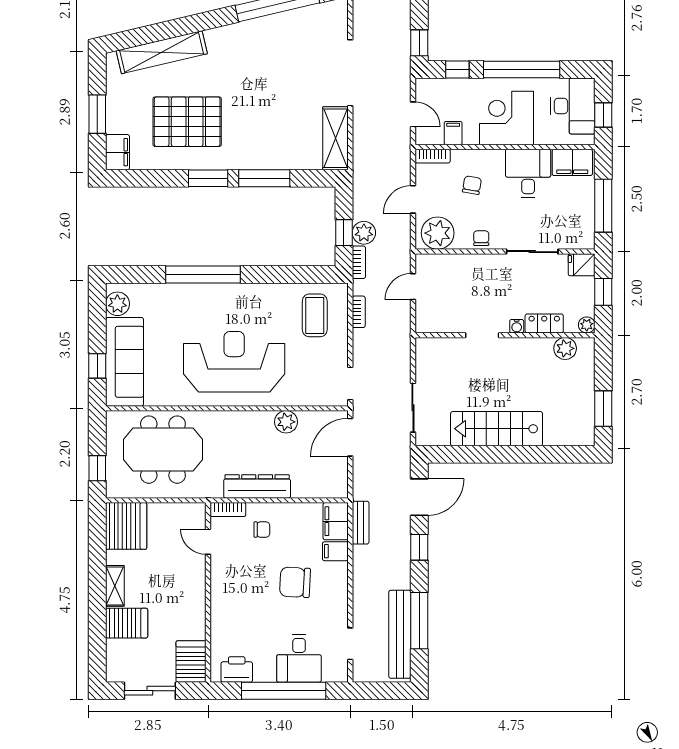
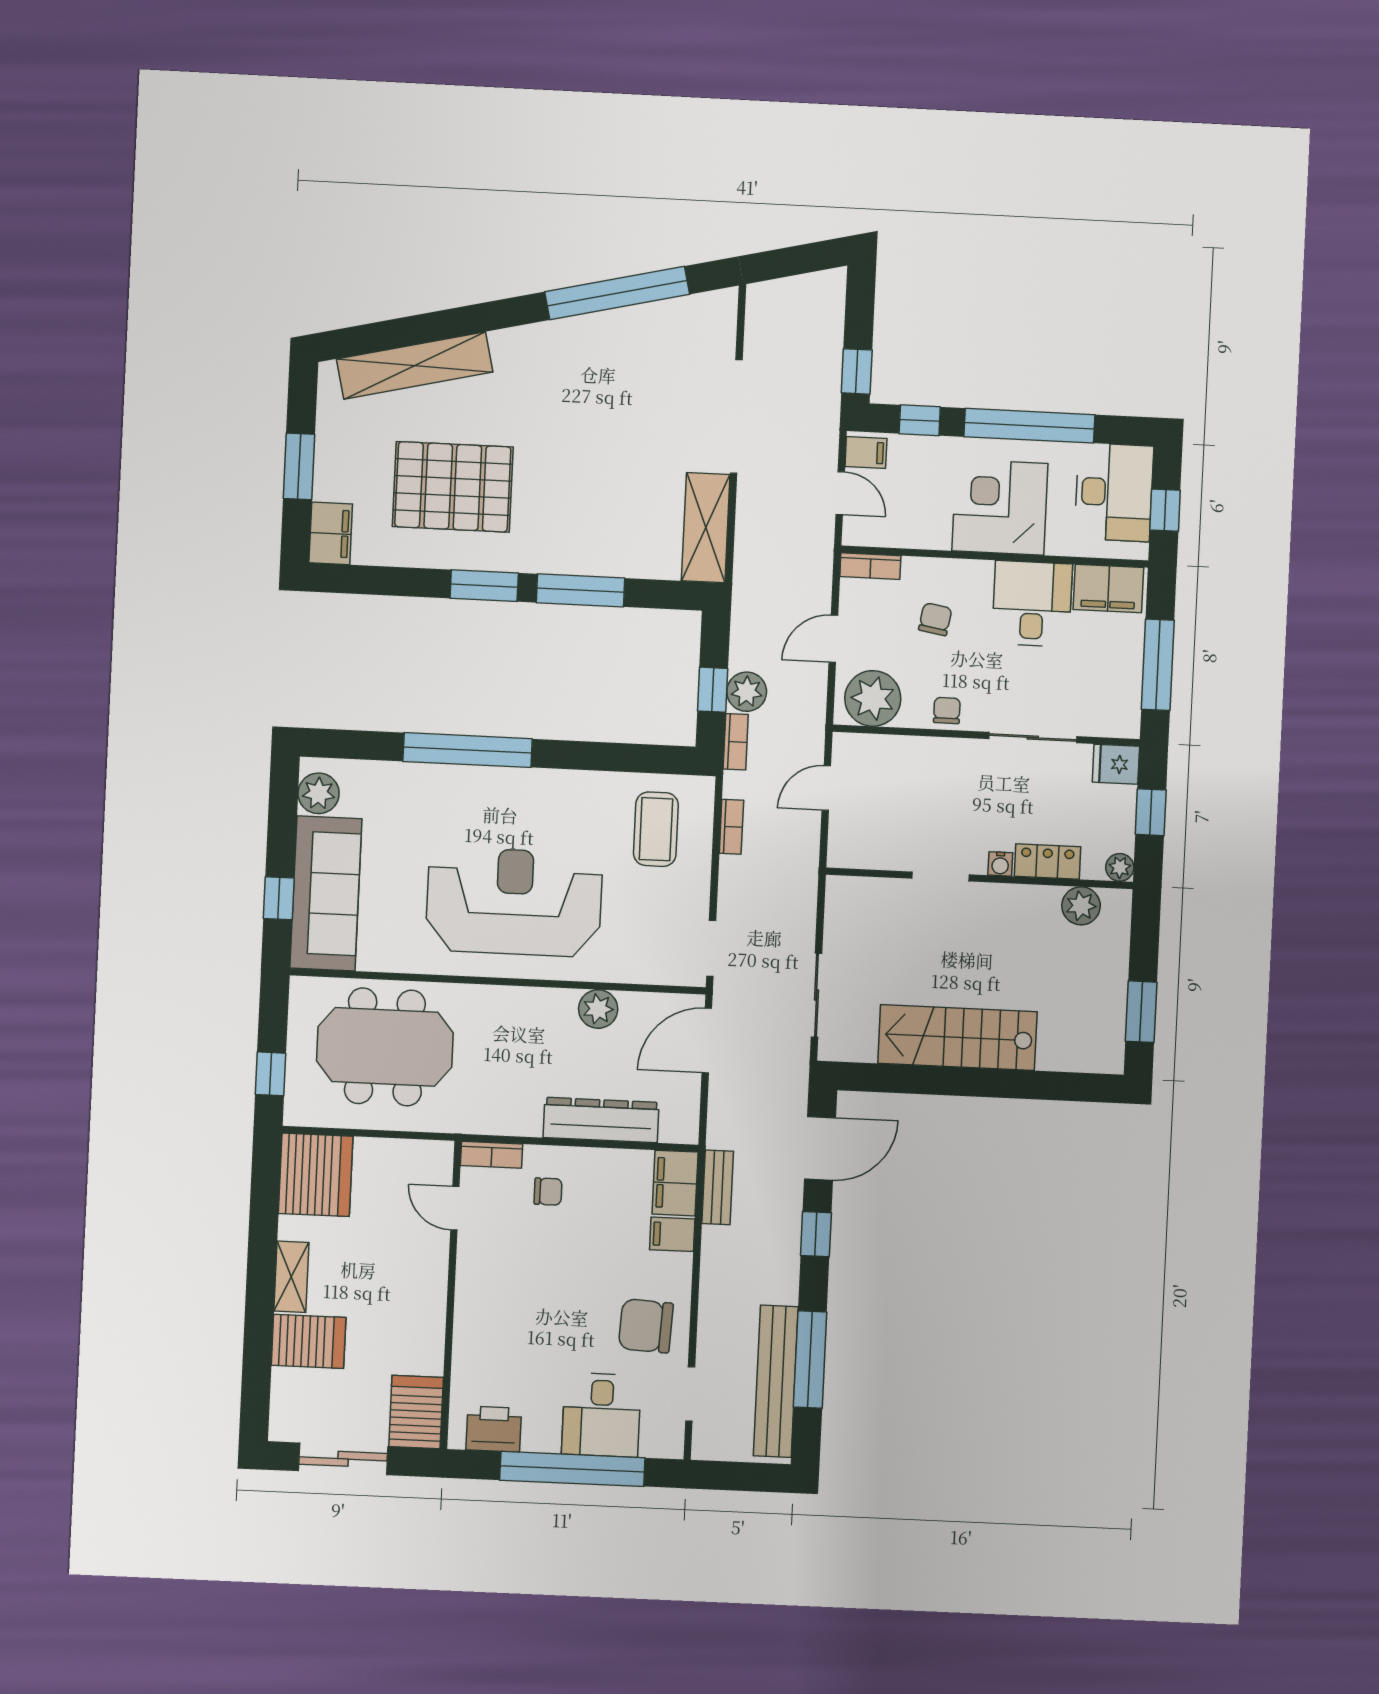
filing cabinet: (453, 133) -> (866, 452), moved, turned 90
dresser: (257, 486) -> (601, 1120), moved
chair: (295, 582) -> (646, 1326), moved

